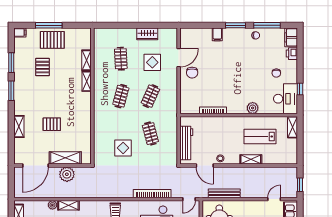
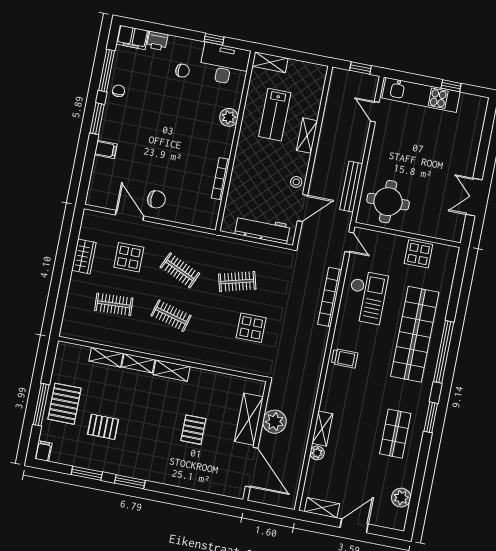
shelving: (19, 126) -> (172, 371), moved

